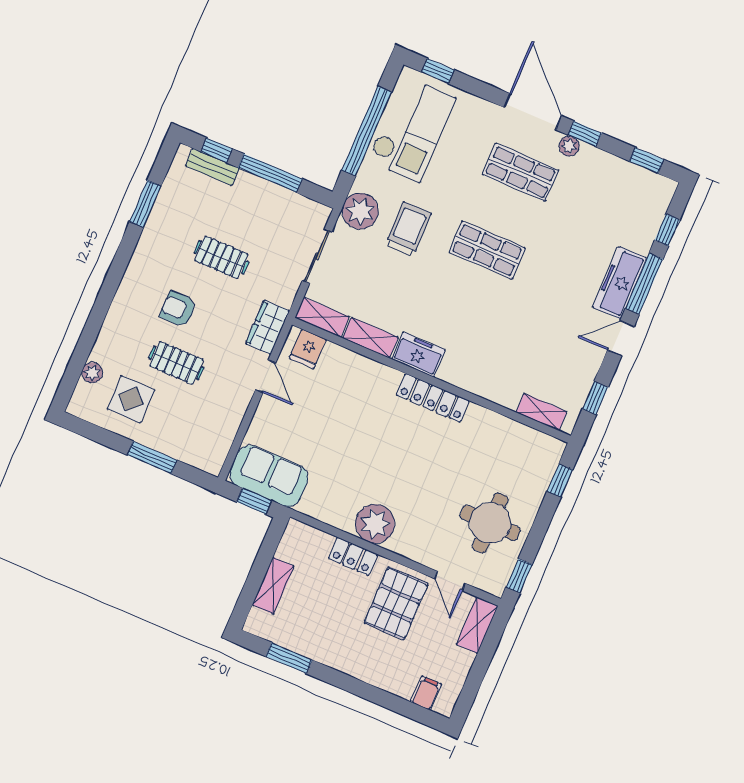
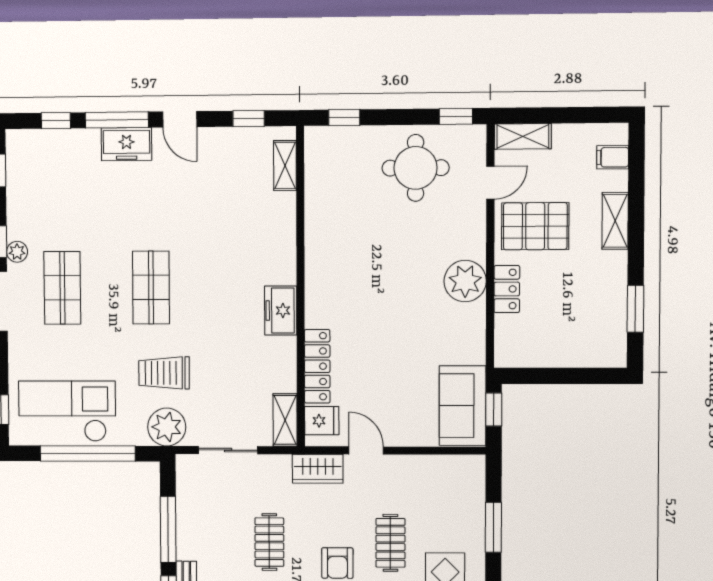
freezer: (620, 283) -> (126, 144), width x0.71
shelving: (370, 338) -> (285, 364), removed
door: (266, 376) -> (366, 450), hinge flipped
locker: (433, 398) -> (317, 366), moved
shelving: (273, 586) -> (615, 221), moved, turned 90

